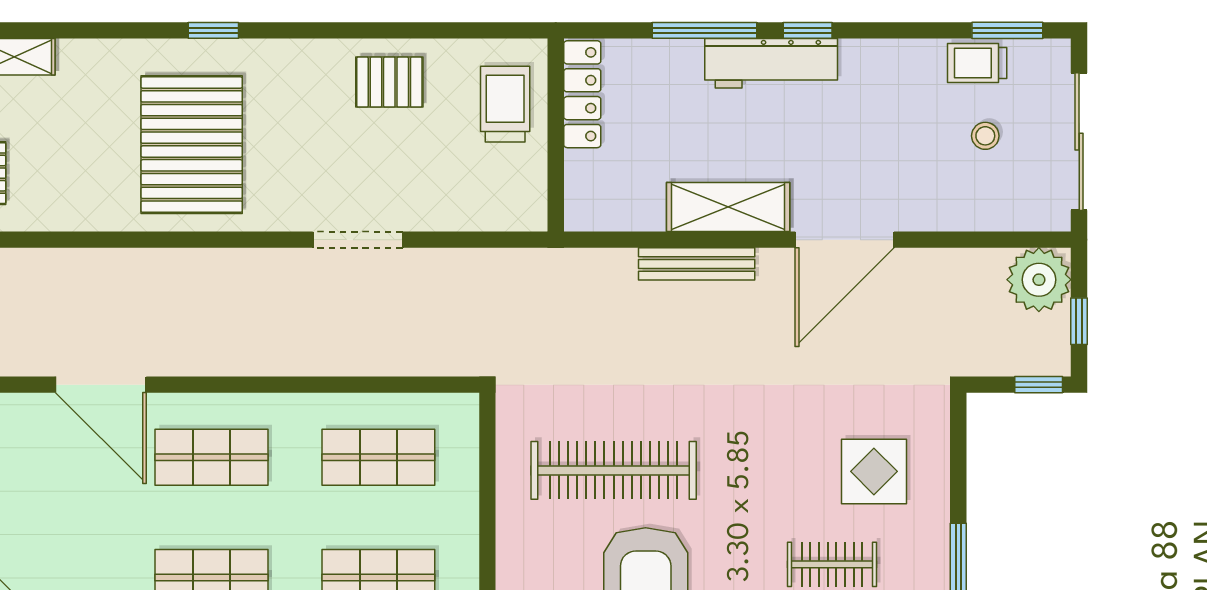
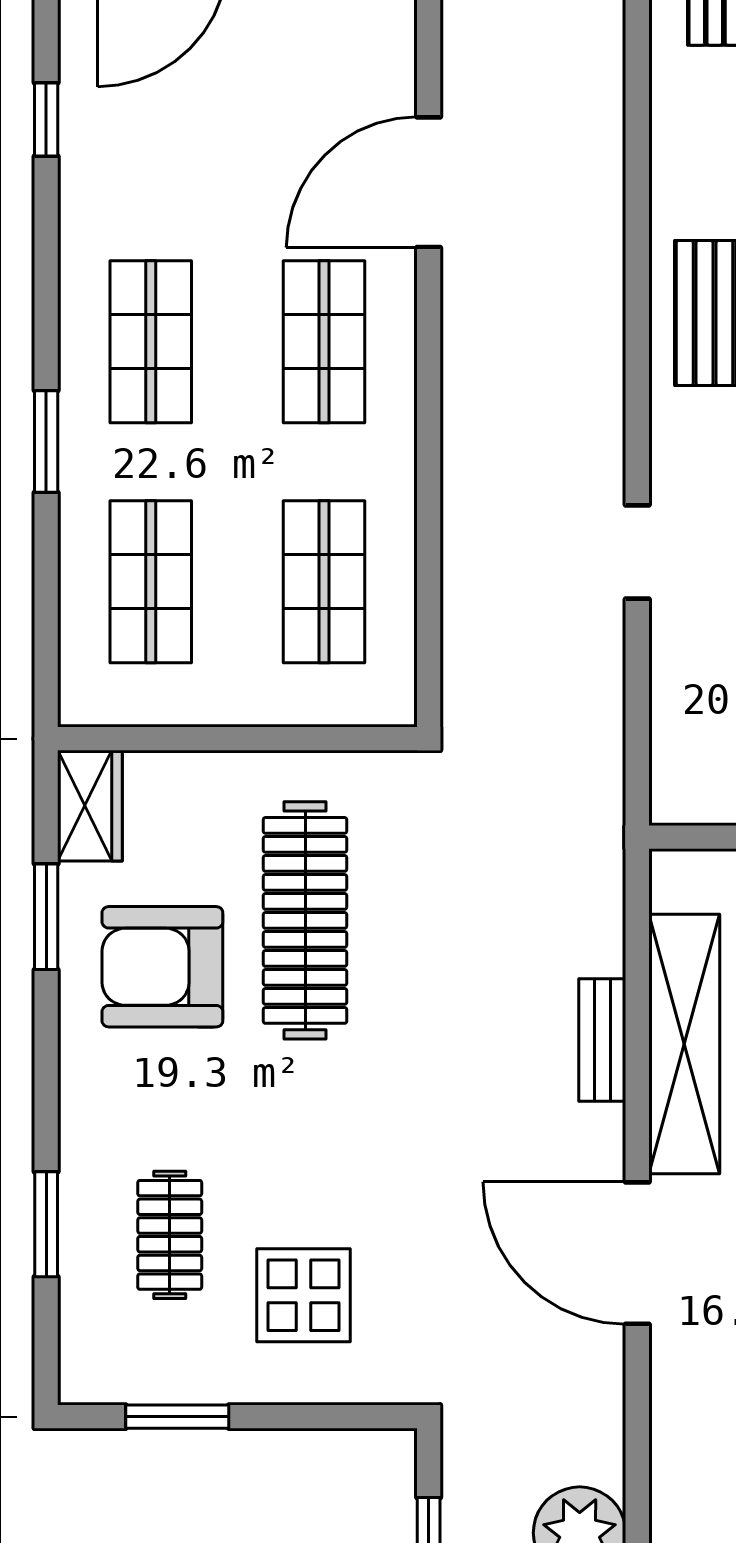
shelving: (728, 207) -> (684, 1044), width x1.47
doorway: (358, 240) -> (637, 552), width x0.73
bench: (697, 264) -> (602, 1040), width x0.73

